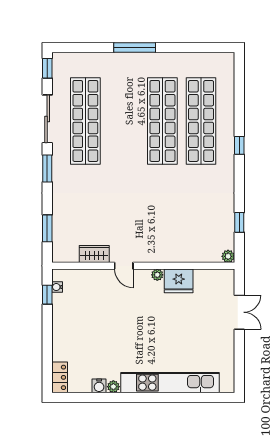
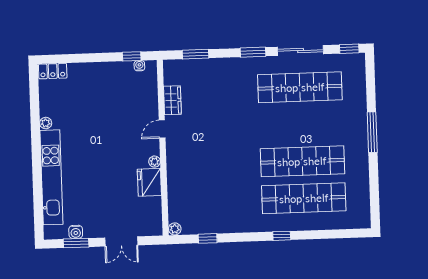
window: (239, 359) -> (76, 243), added
water cooler: (99, 386) -> (76, 232), moved, turned -90

